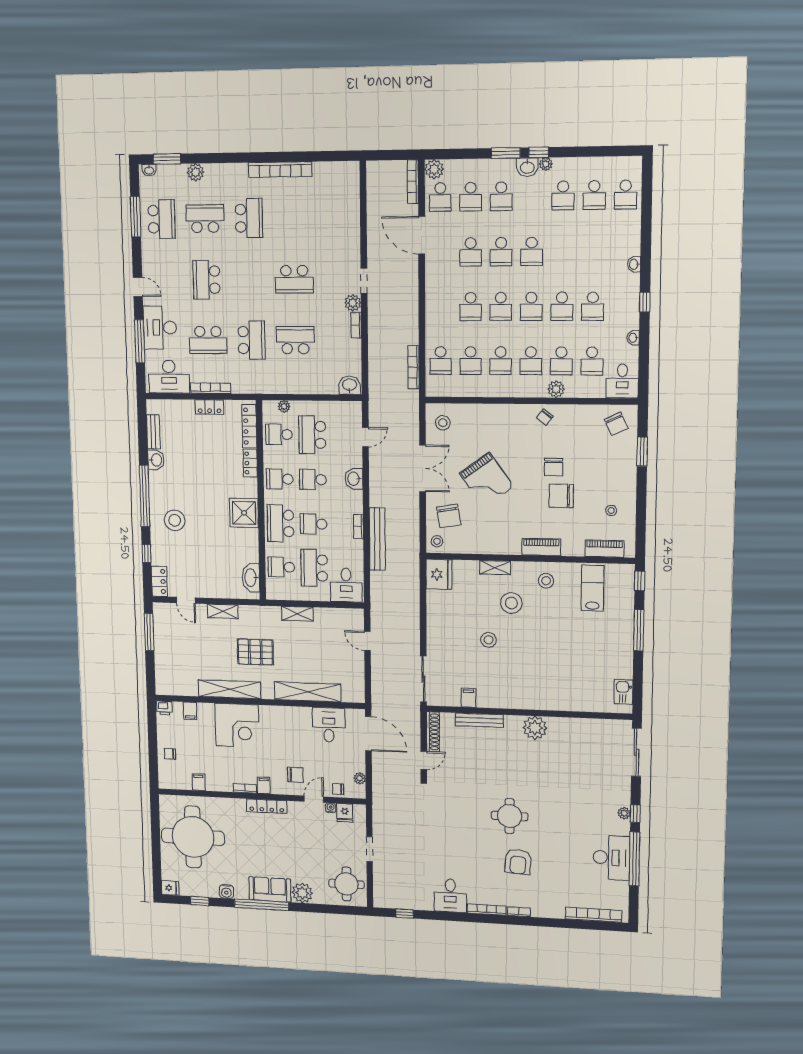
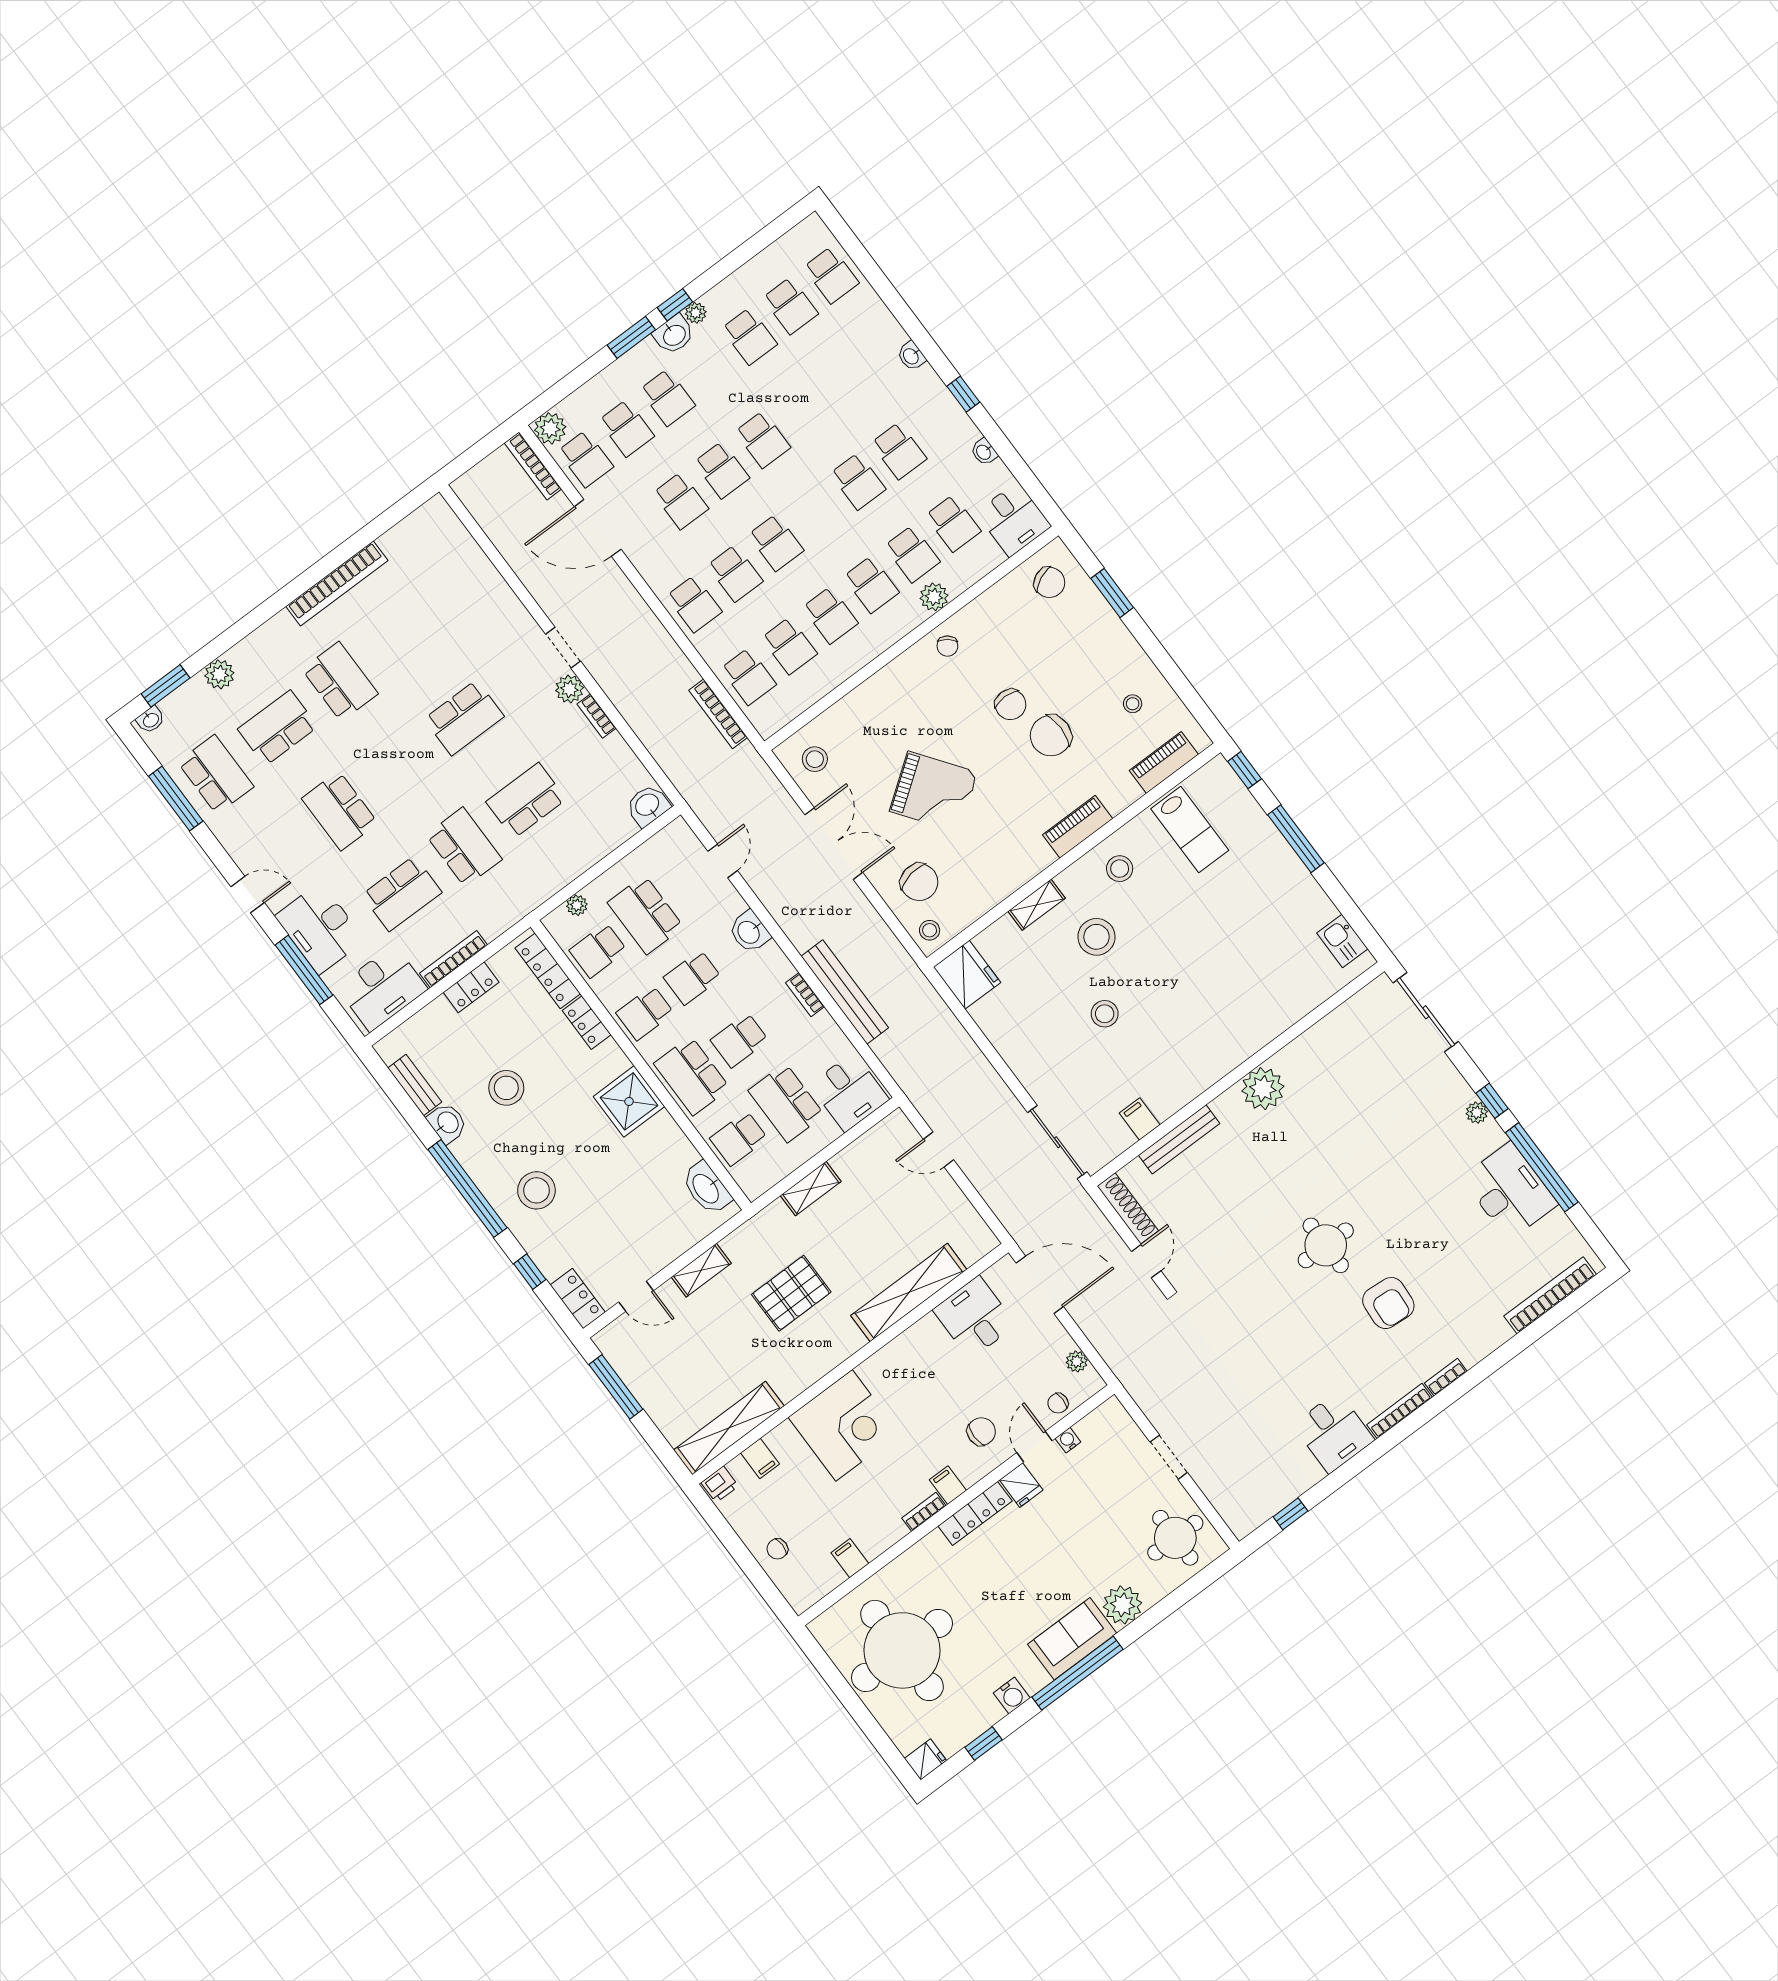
school desk: (531, 306) -> (694, 604), moved
stool: (193, 465) -> (506, 1088), added
lab bench: (592, 588) -> (1190, 830), turned 180
shelving: (229, 689) -> (729, 1428), moved
fridge: (345, 813) -> (1021, 1485), moved

